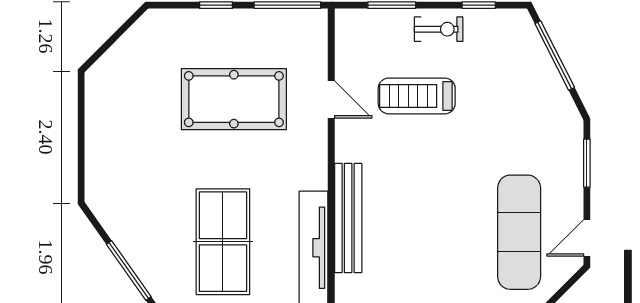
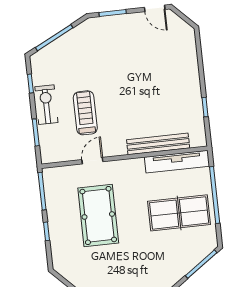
exercise bike: (439, 29) -> (46, 105), width x1.38, depth x1.39
treadmill: (417, 96) -> (85, 113), turned 180
exercise mat: (519, 232) -> (156, 47), removed

